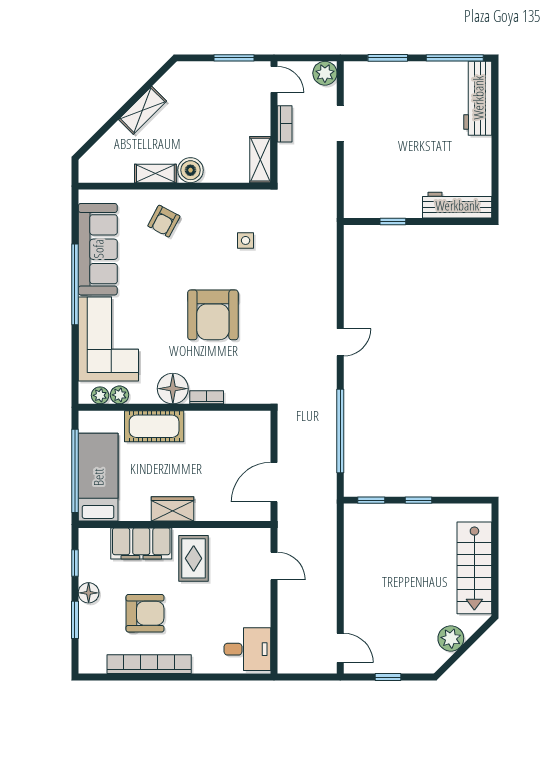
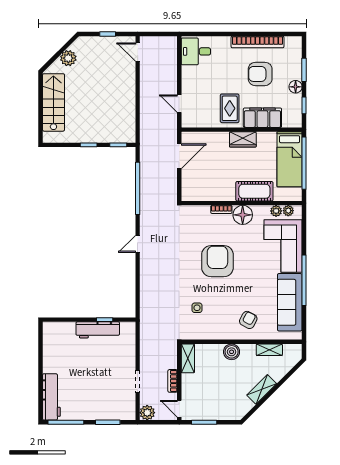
shelving: (155, 174) -> (269, 350), moved
workbench: (457, 205) -> (98, 330), moved

